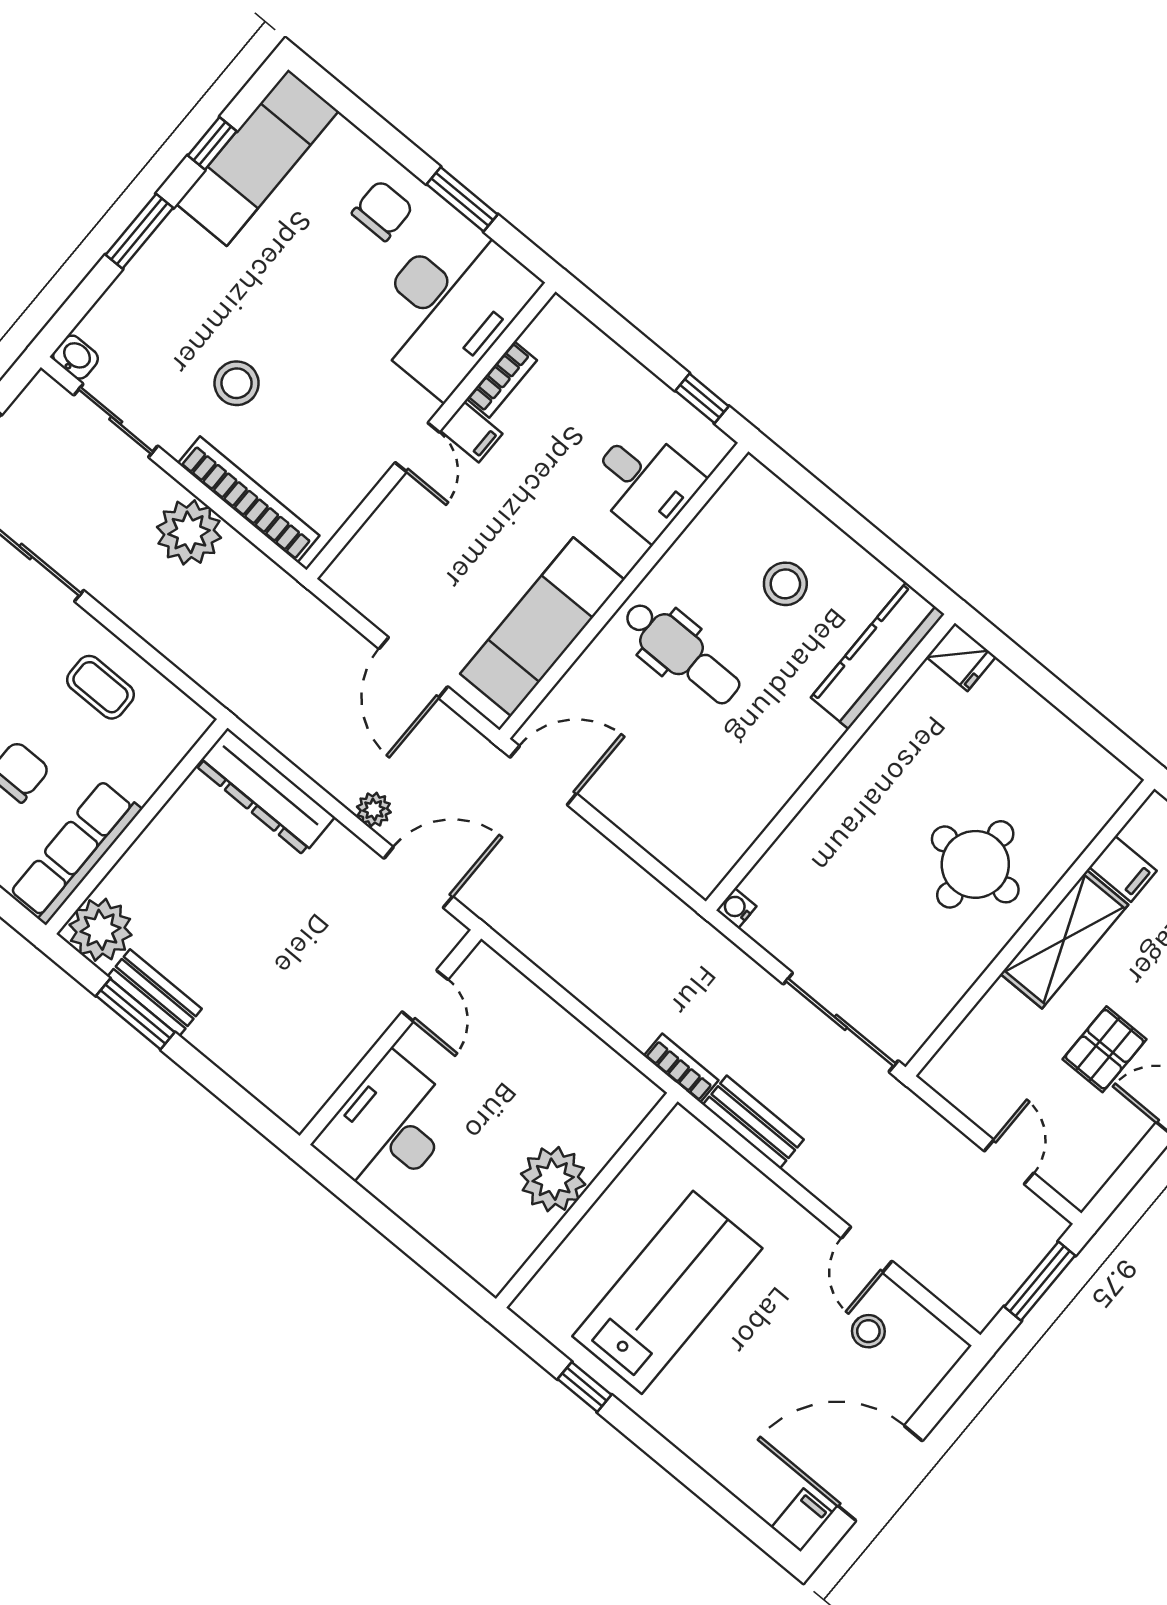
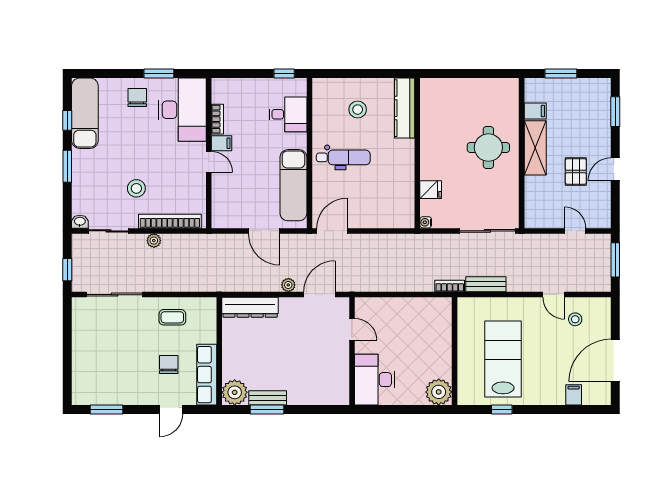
plant: (189, 532) -> (154, 241), width x0.53, depth x0.53
fridge: (961, 657) -> (431, 190), moved
plant: (553, 1179) -> (439, 392), moved
filing cabinet: (802, 1520) -> (574, 395), moved

